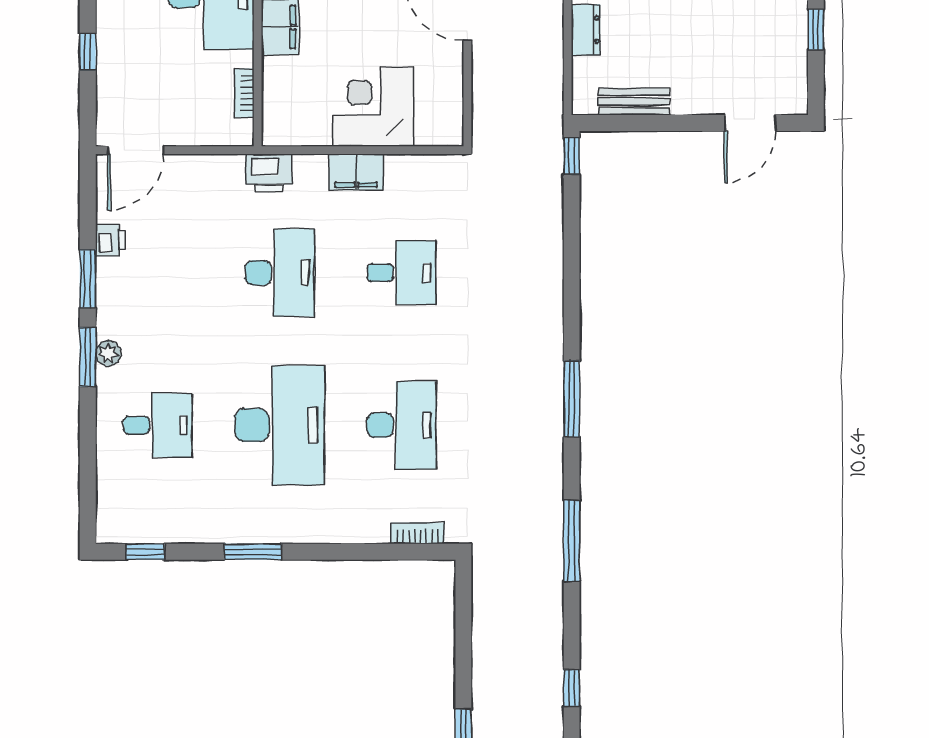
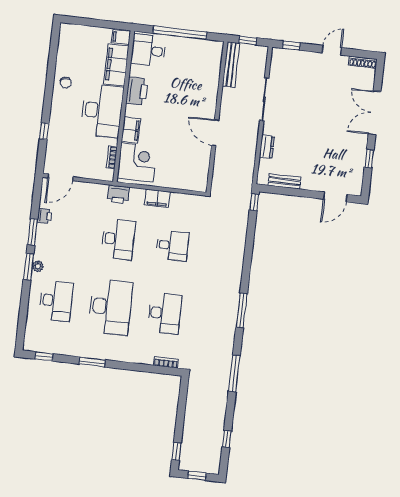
corner desk: (373, 106) -> (137, 162), moved, turned 90
desk: (158, 425) -> (56, 301), width x1.37

